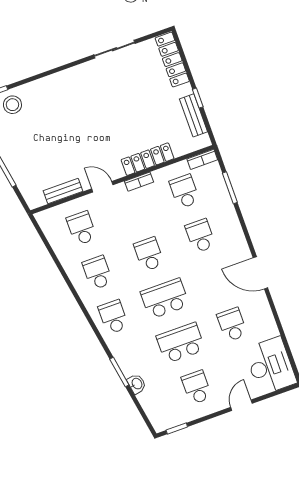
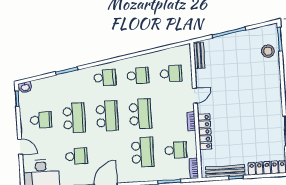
bench: (194, 115) -> (225, 171), width x1.36
bench: (63, 191) -> (199, 55), moved
school desk: (200, 236) -> (143, 152), width x1.85
school desk: (149, 254) -> (140, 114), width x1.85
washbasin: (137, 384) -> (25, 87), moved

